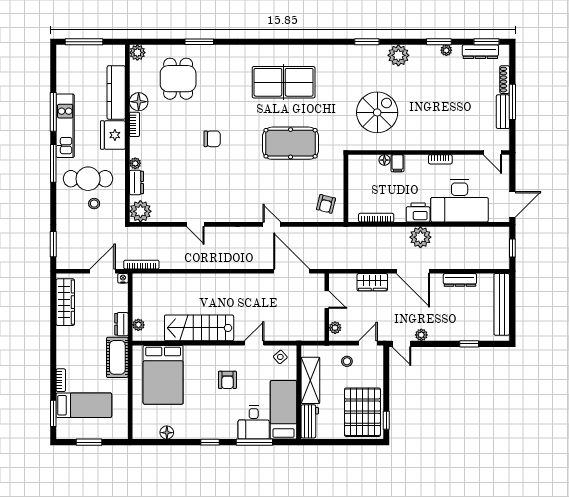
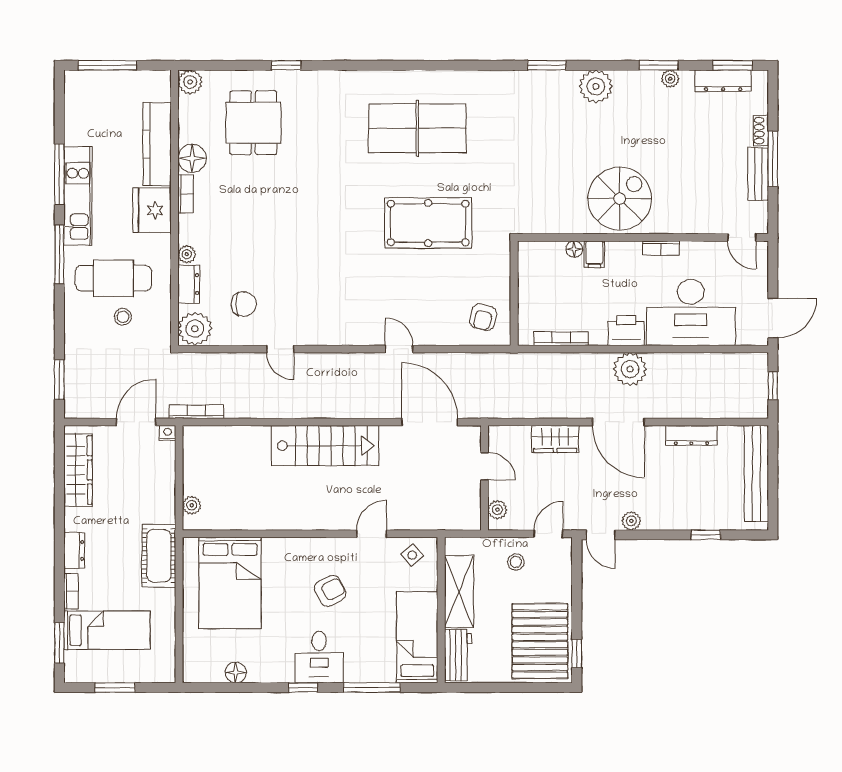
window: (199, 42) -> (286, 65), width x0.67
shoe rack: (505, 80) -> (761, 131), width x0.70
spiral stairs: (377, 112) -> (620, 199), moved
chair: (212, 139) -> (244, 304), moved
dresser: (121, 324) -> (74, 550), moved, turned 180
stairs: (199, 328) -> (325, 446), moved, turned 180
armchair: (227, 380) -> (330, 591), turned -117
desk: (254, 423) -> (319, 657), moved

